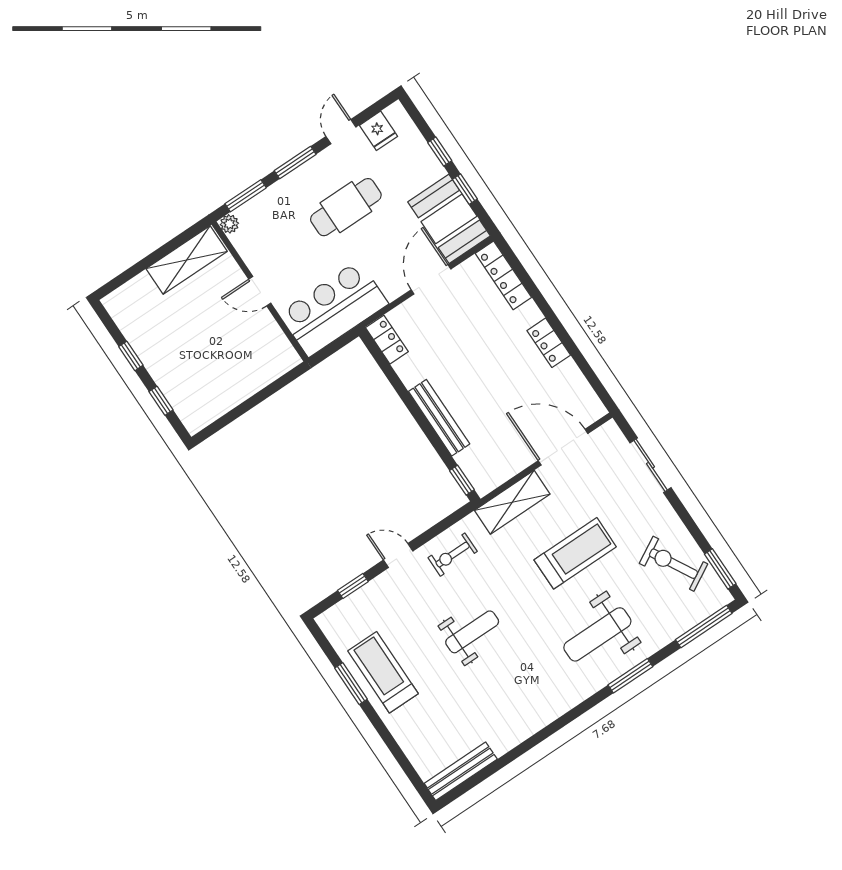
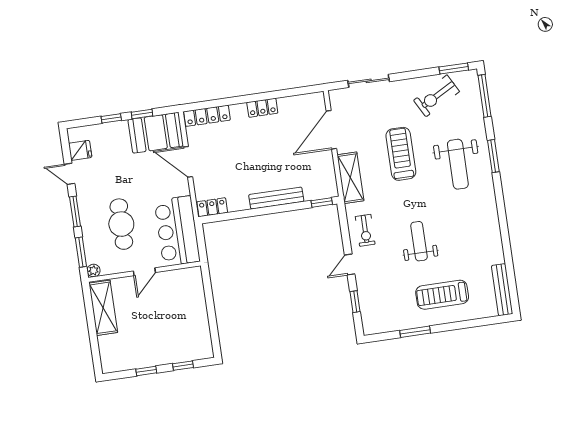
cafe table: (346, 207) -> (121, 224), moved
treadmill: (383, 672) -> (442, 295), moved

